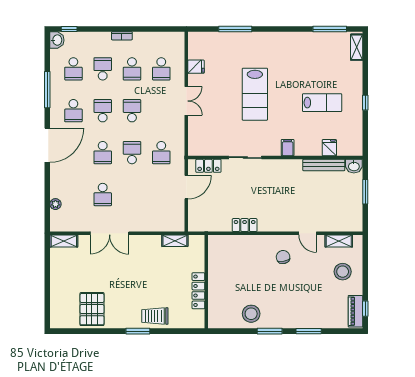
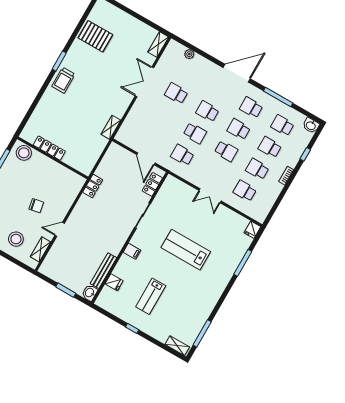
window: (69, 29) -> (305, 154), moved
fridge: (196, 67) -> (252, 230), moved
school desk: (103, 69) -> (270, 147), turned 180
school desk: (103, 111) -> (239, 129), turned 180
door: (47, 145) -> (237, 73), swing flipped
chair: (283, 257) -> (36, 206), moved
wall: (206, 282) -> (53, 158), moved
locker: (198, 291) -> (49, 148), moved
trolley: (155, 316) -> (63, 80), turned 180

